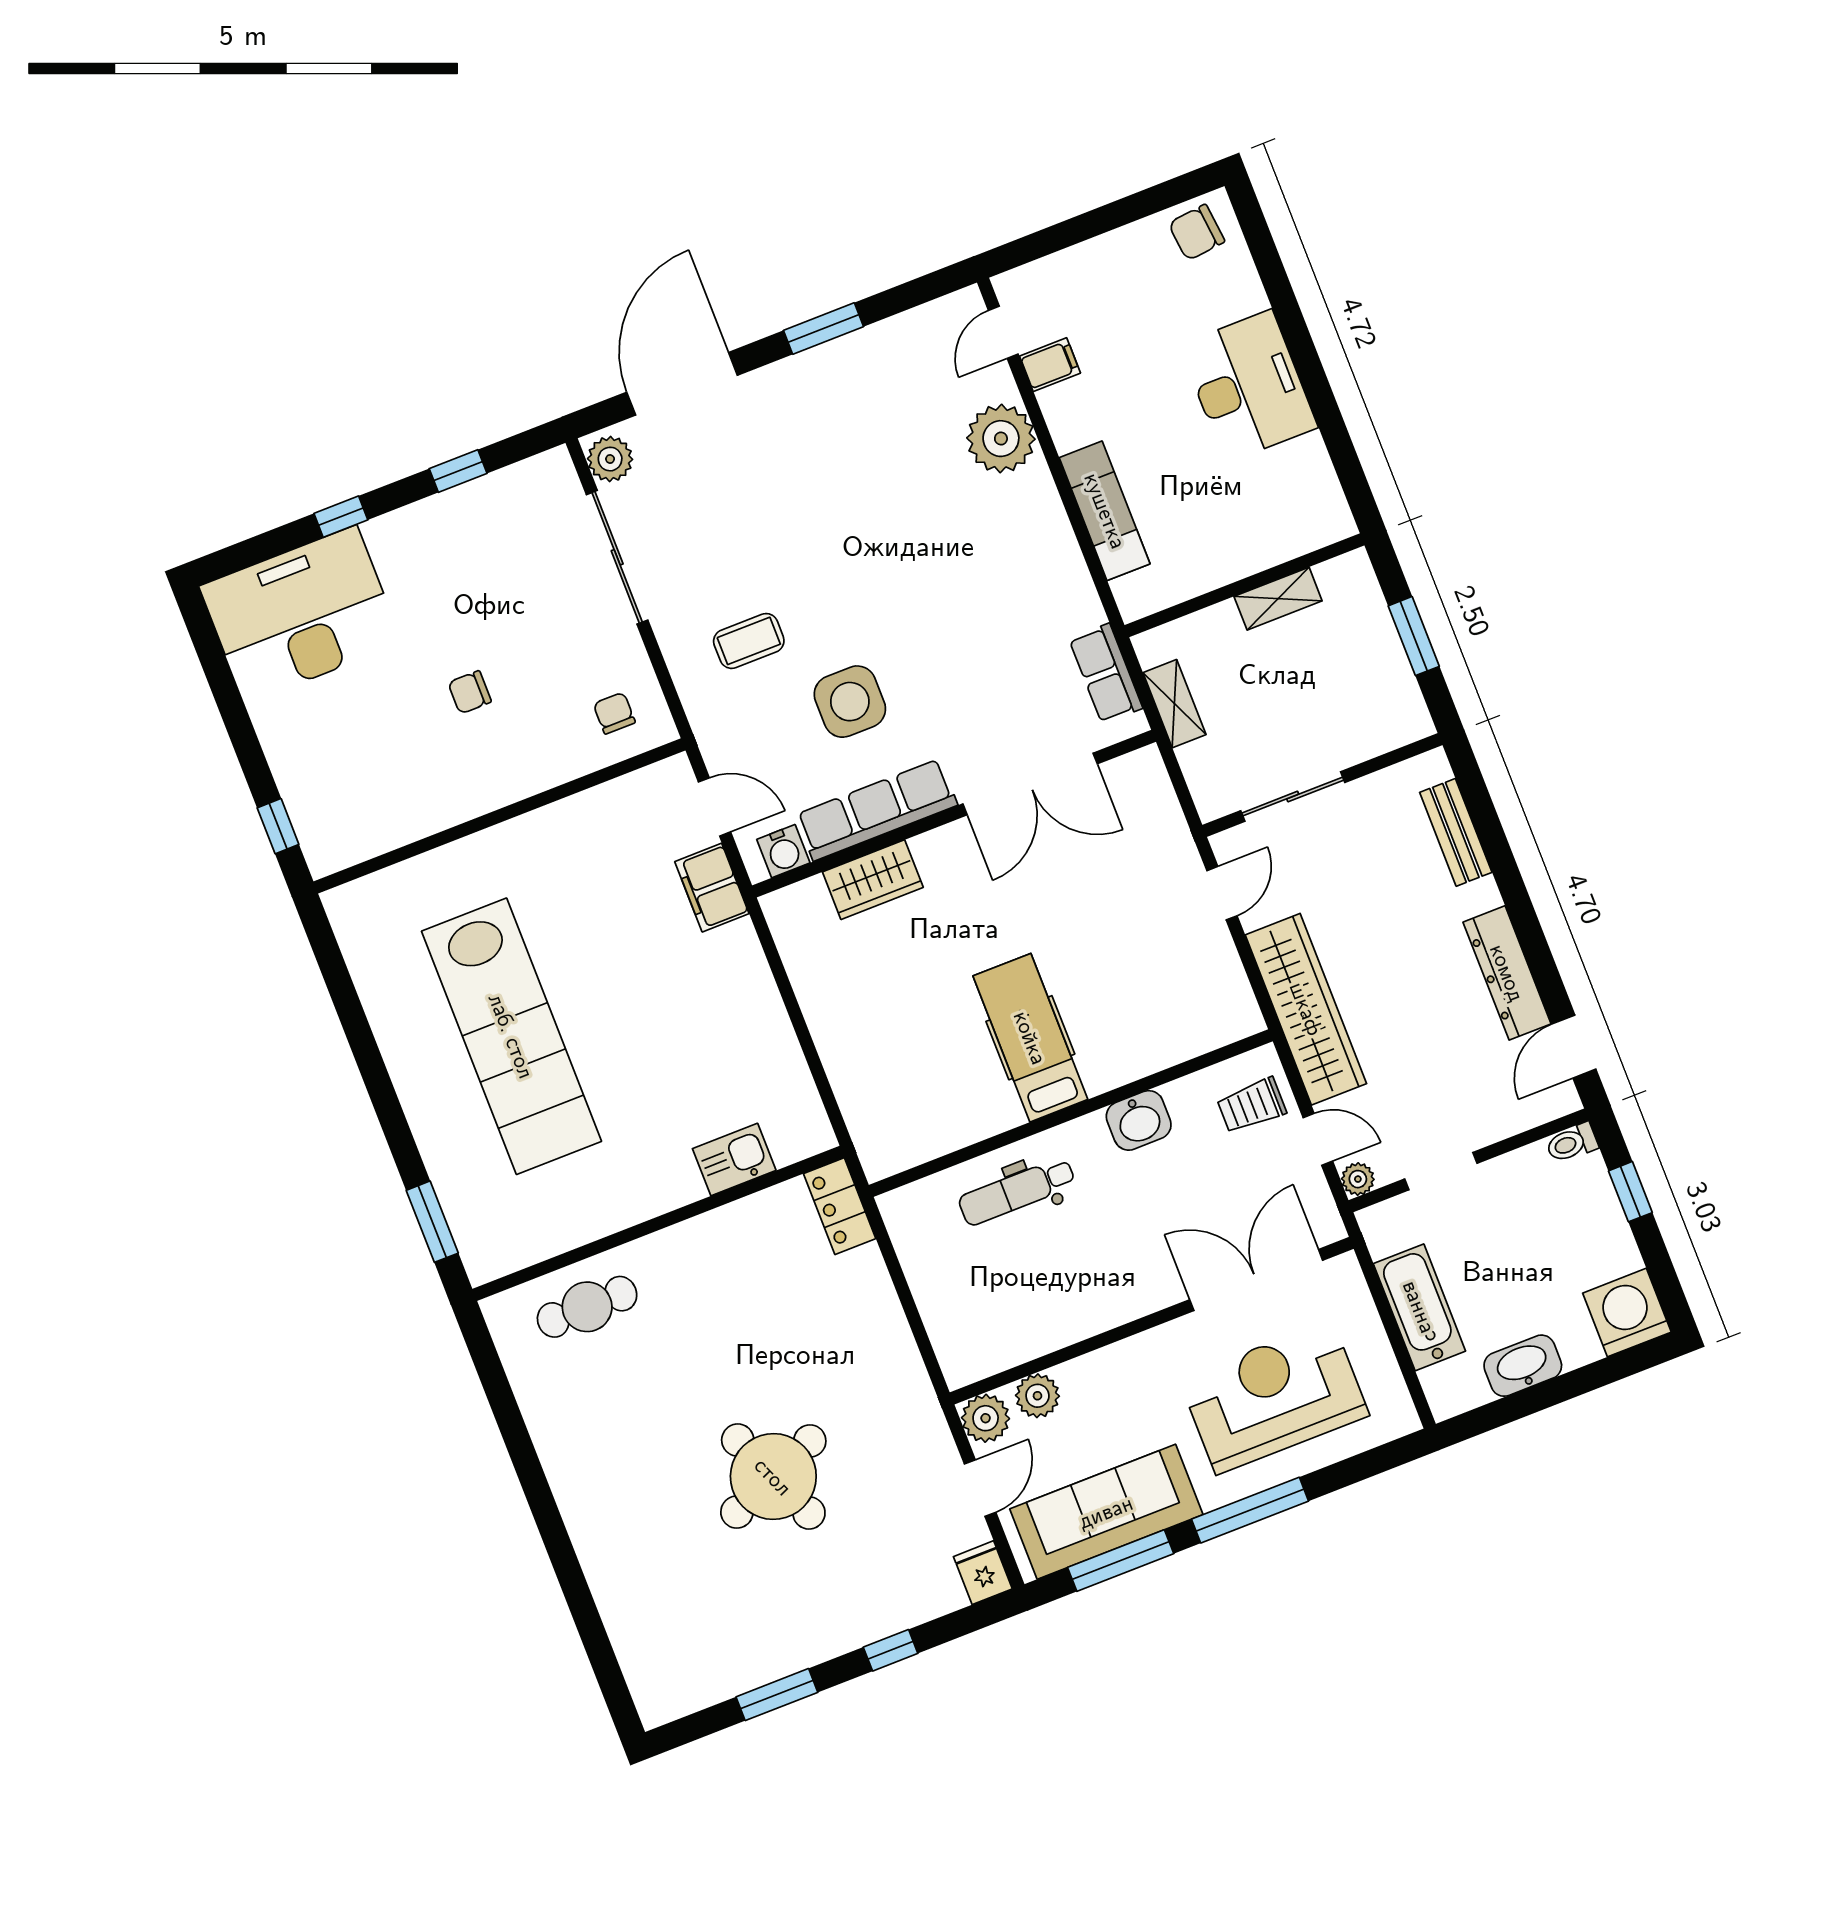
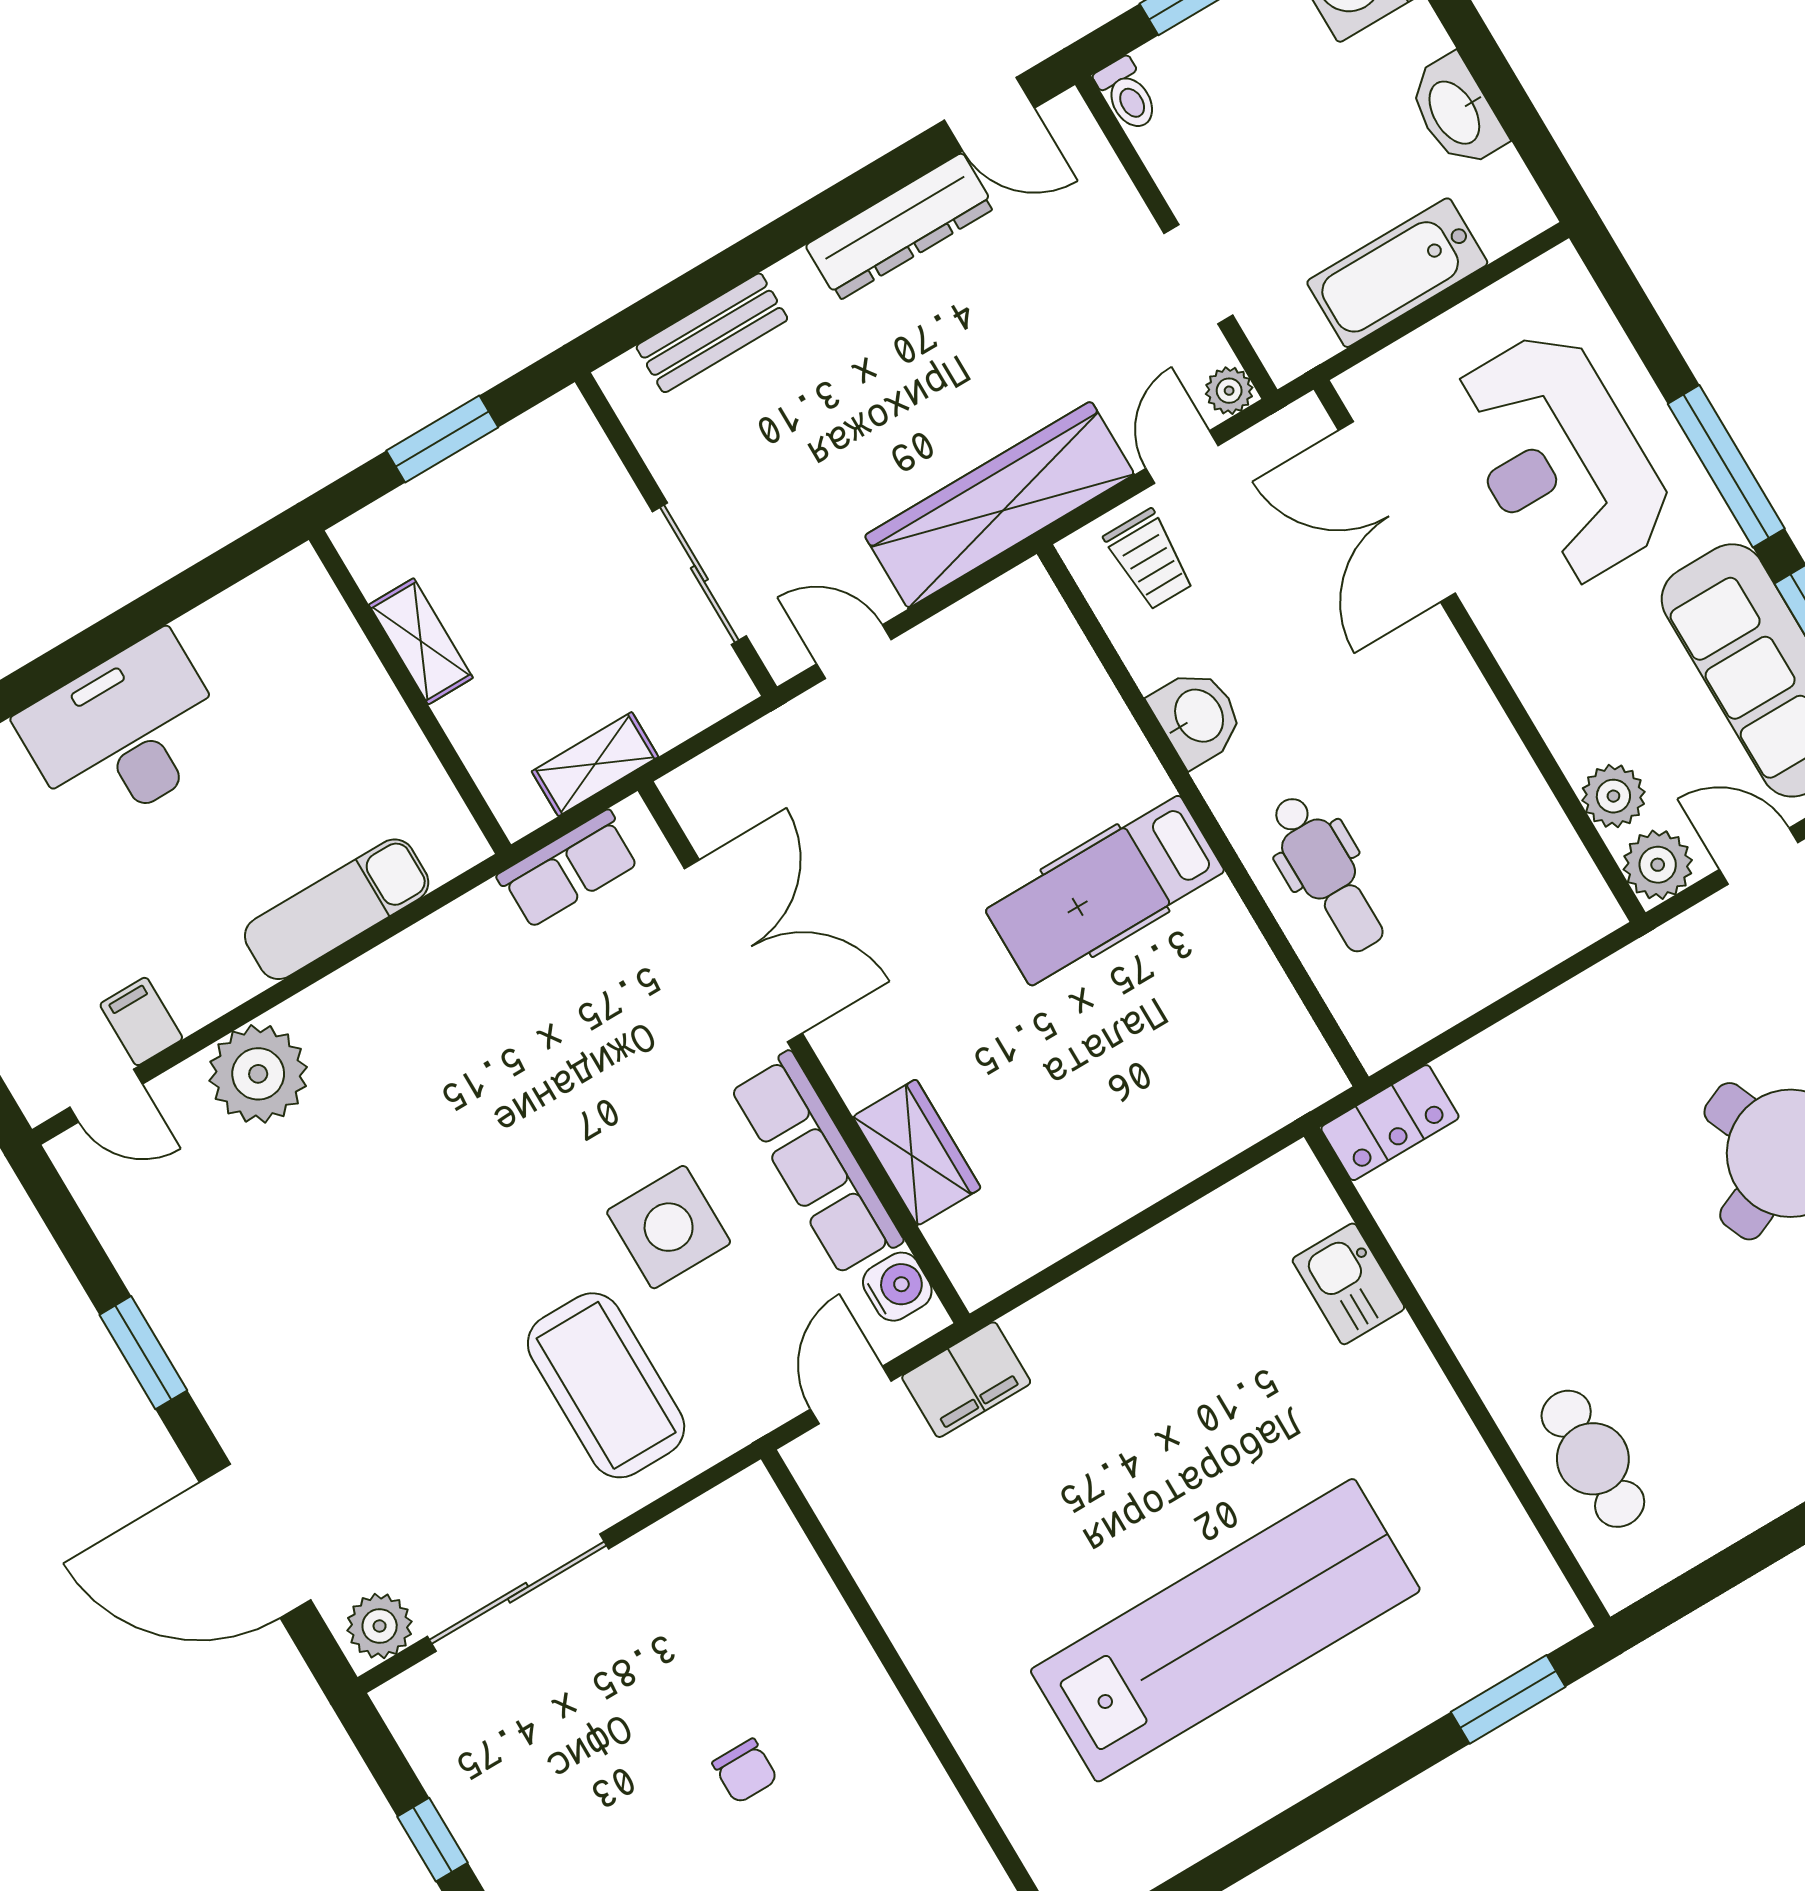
coffee table: (749, 641) -> (606, 1385), width x1.86, depth x1.72
chair: (614, 713) -> (741, 1560), removed

